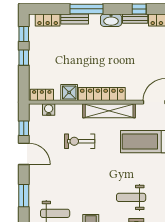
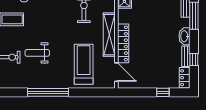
locker: (102, 94) -> (123, 43), moved
weight bench: (131, 197) -> (37, 53), turned -90

